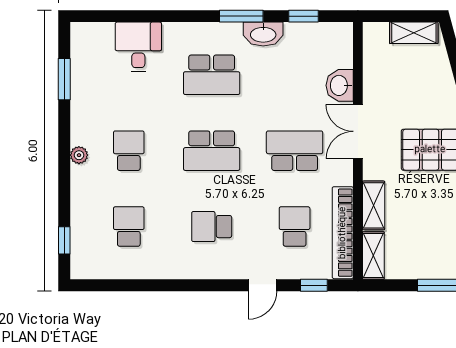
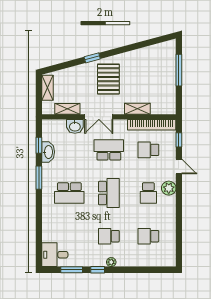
washbasin: (263, 34) -> (48, 152), moved
desk: (138, 47) -> (55, 255), moved
school desk: (212, 75) -> (69, 193), turned 90
school desk: (295, 151) -> (109, 150), turned 90
window: (64, 240) -> (98, 270), moved
shelving: (373, 256) -> (67, 109), moved
plant: (221, 266) -> (169, 188), added

